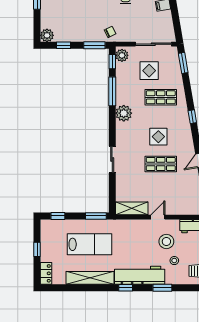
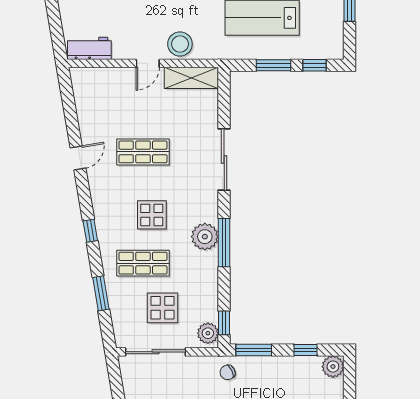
window: (183, 63) -> (101, 293), moved
window: (112, 91) -> (224, 243), moved
display table: (158, 137) -> (152, 215), moved
sliding door: (112, 159) -> (224, 159), width x1.37
window: (96, 216) -> (274, 65), moved
stool: (166, 241) -> (180, 44), moved

